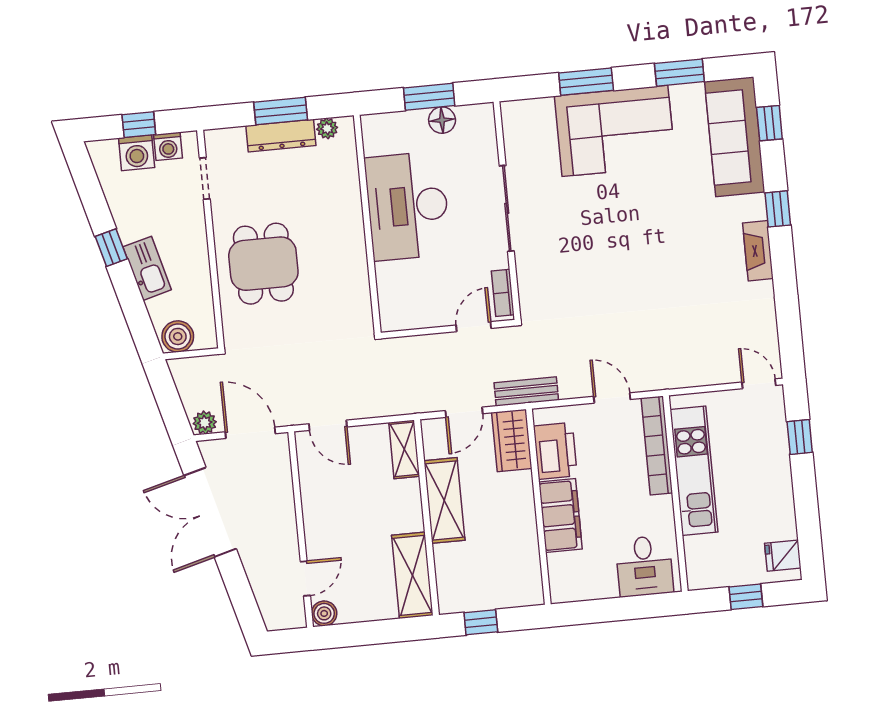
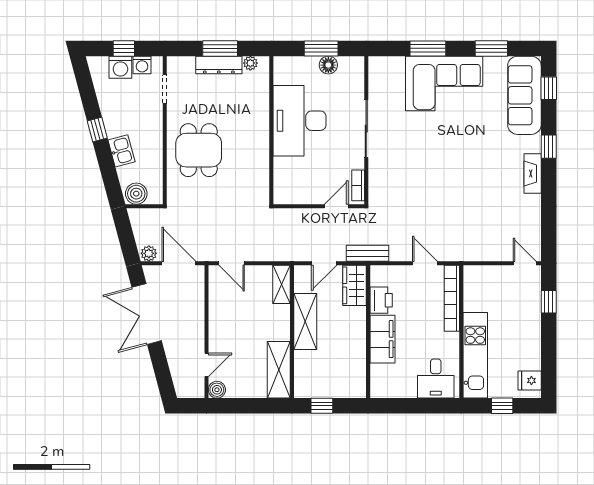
kitchen sink: (147, 268) -> (121, 151), width x0.73
printer: (555, 451) -> (381, 300), width x0.73, depth x0.84
kitchen unit: (694, 471) -> (475, 355), moved

